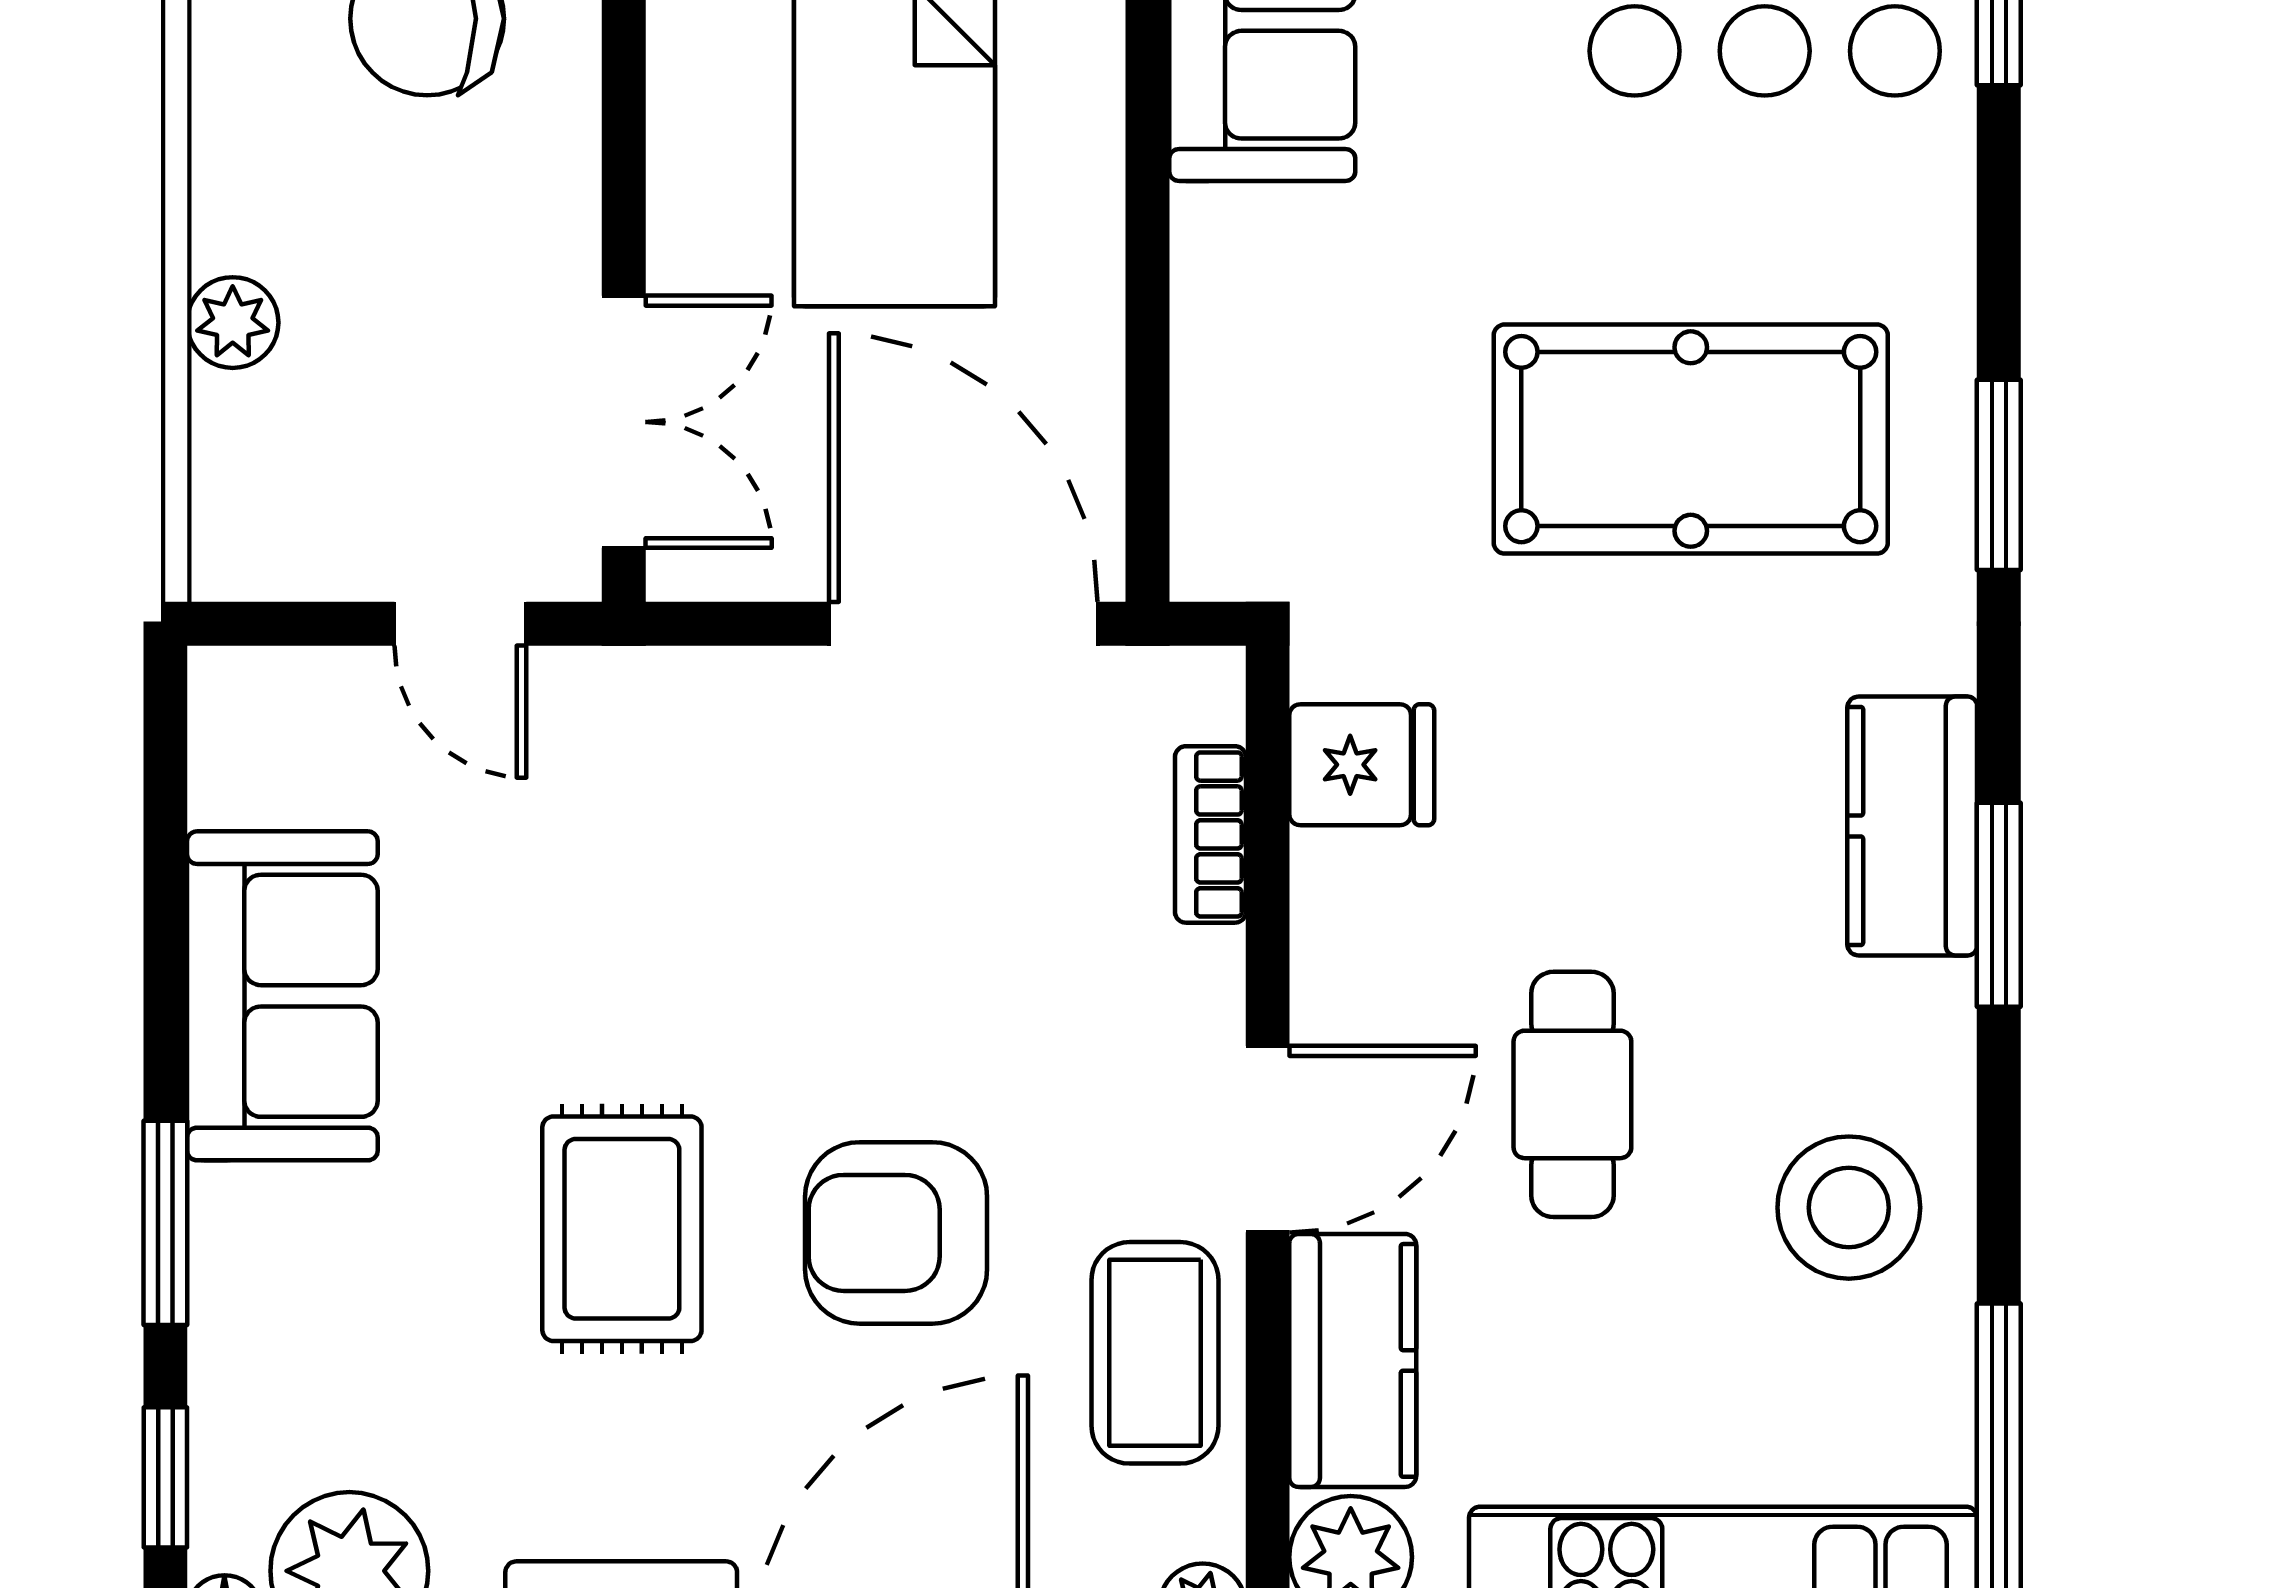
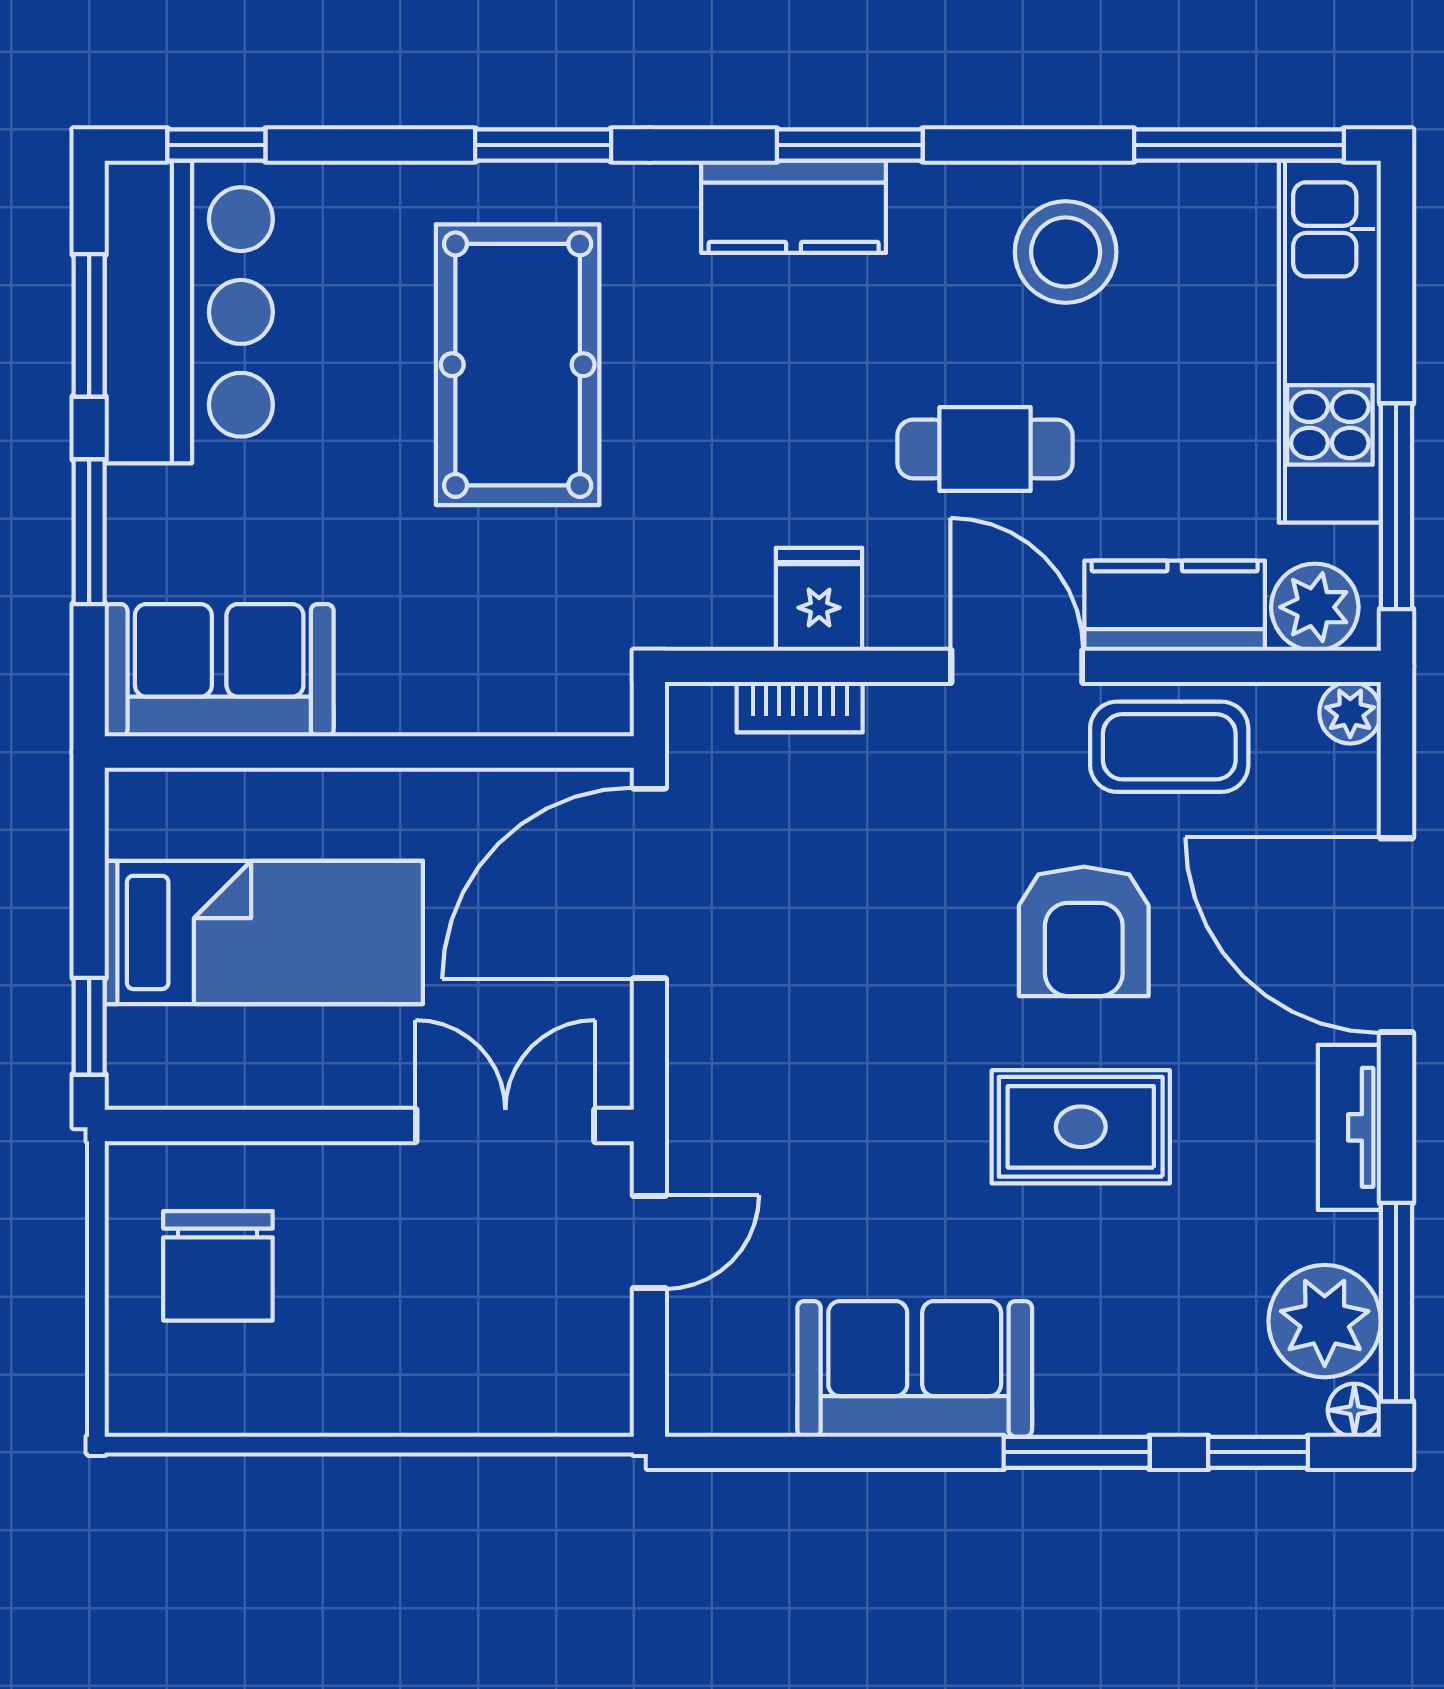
plant: (233, 323) -> (435, 1404), removed
fridge: (1362, 765) -> (819, 599), moved

